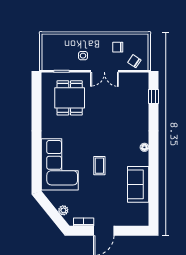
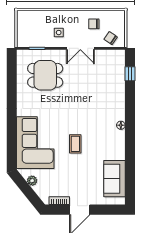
dining table: (70, 98) -> (45, 75), turned 90
sofa: (138, 184) -> (114, 179), moved
plant: (63, 210) -> (32, 181), moved

